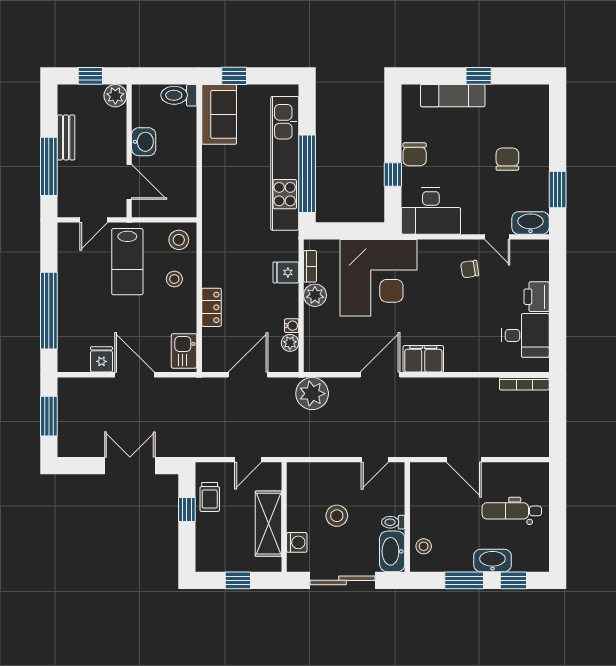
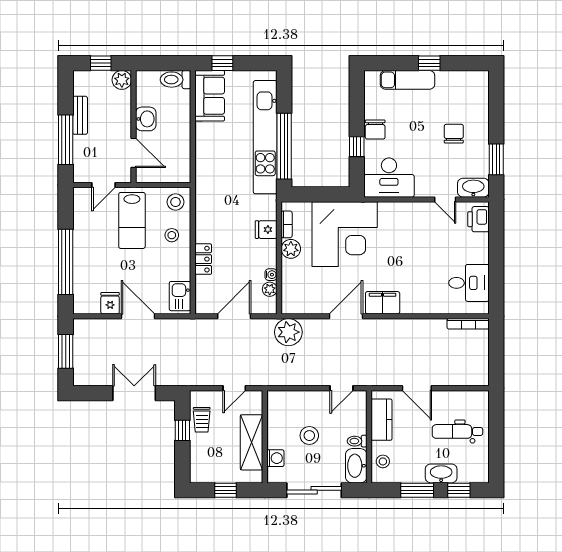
chair: (470, 269) -> (422, 227), removed
printer: (537, 297) -> (478, 219), moved
kitchen counter: (422, 497) -> (382, 420), added

